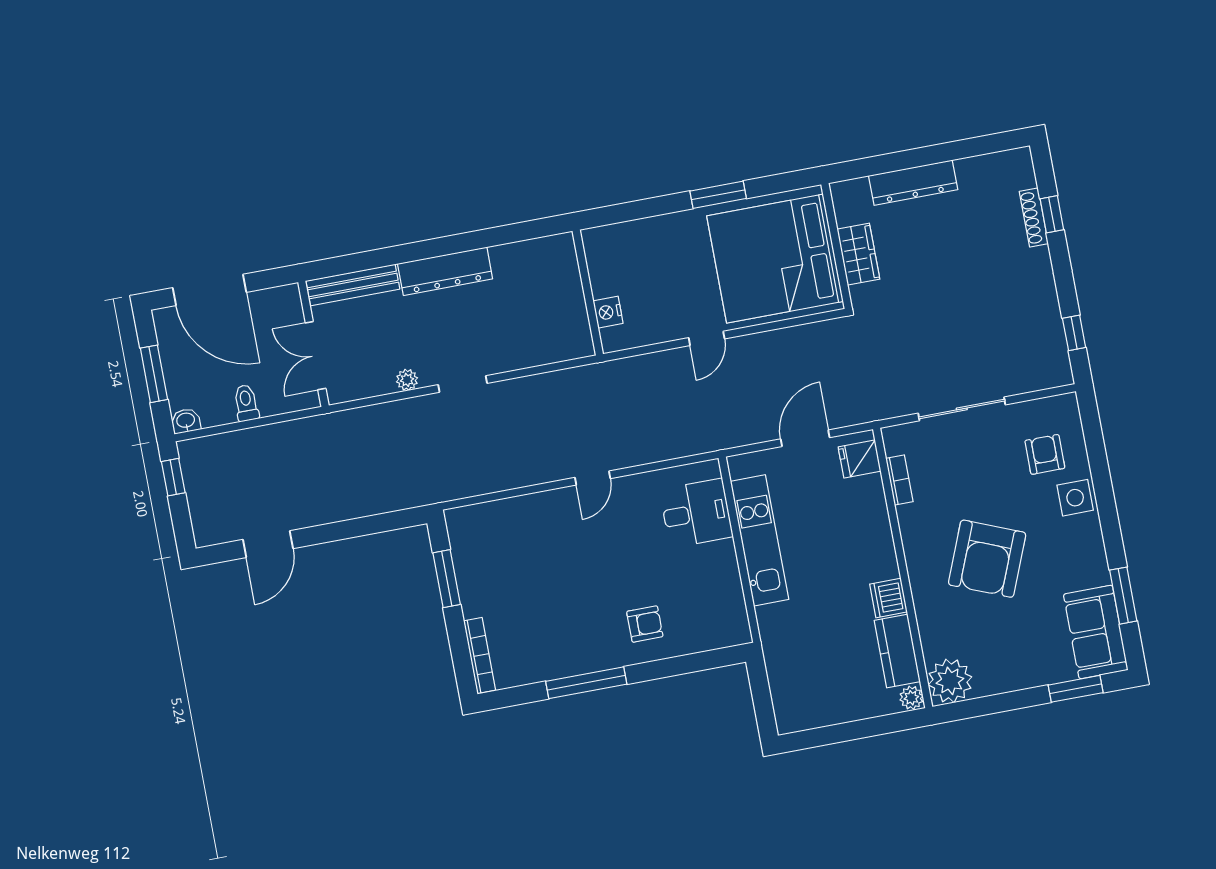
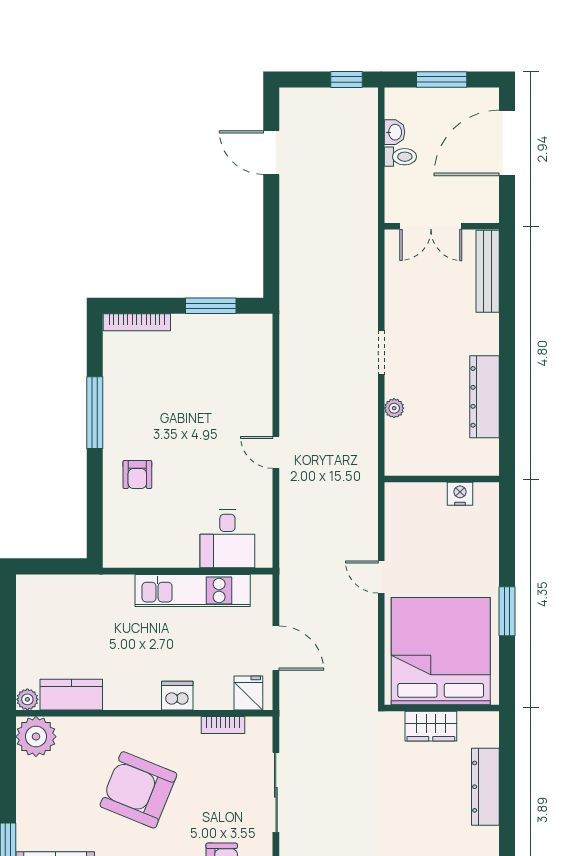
dresser: (445, 271) -> (484, 397), moved
nightstand: (608, 312) -> (460, 494), moved
double door: (316, 356) -> (431, 226), swing flipped
plant: (407, 380) -> (394, 408), moved
washbasin: (186, 421) -> (395, 132), moved
dishwasher: (888, 598) -> (177, 696), moved

